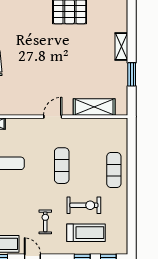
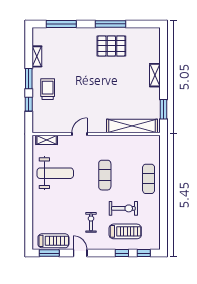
window: (132, 74) -> (164, 109), moved
shelving: (94, 107) -> (132, 126), width x1.47
door: (53, 117) -> (80, 134), moved

